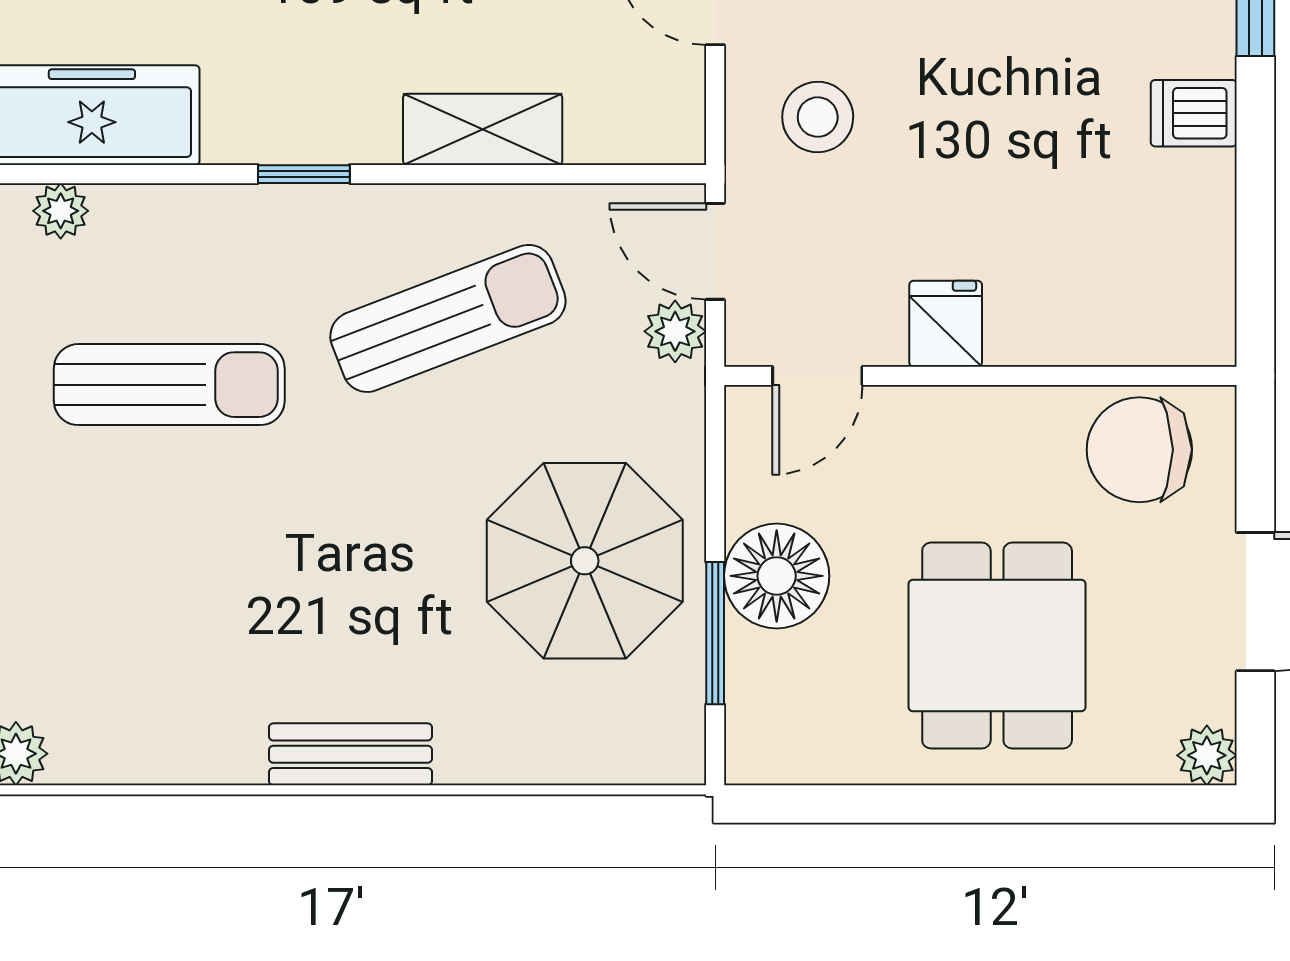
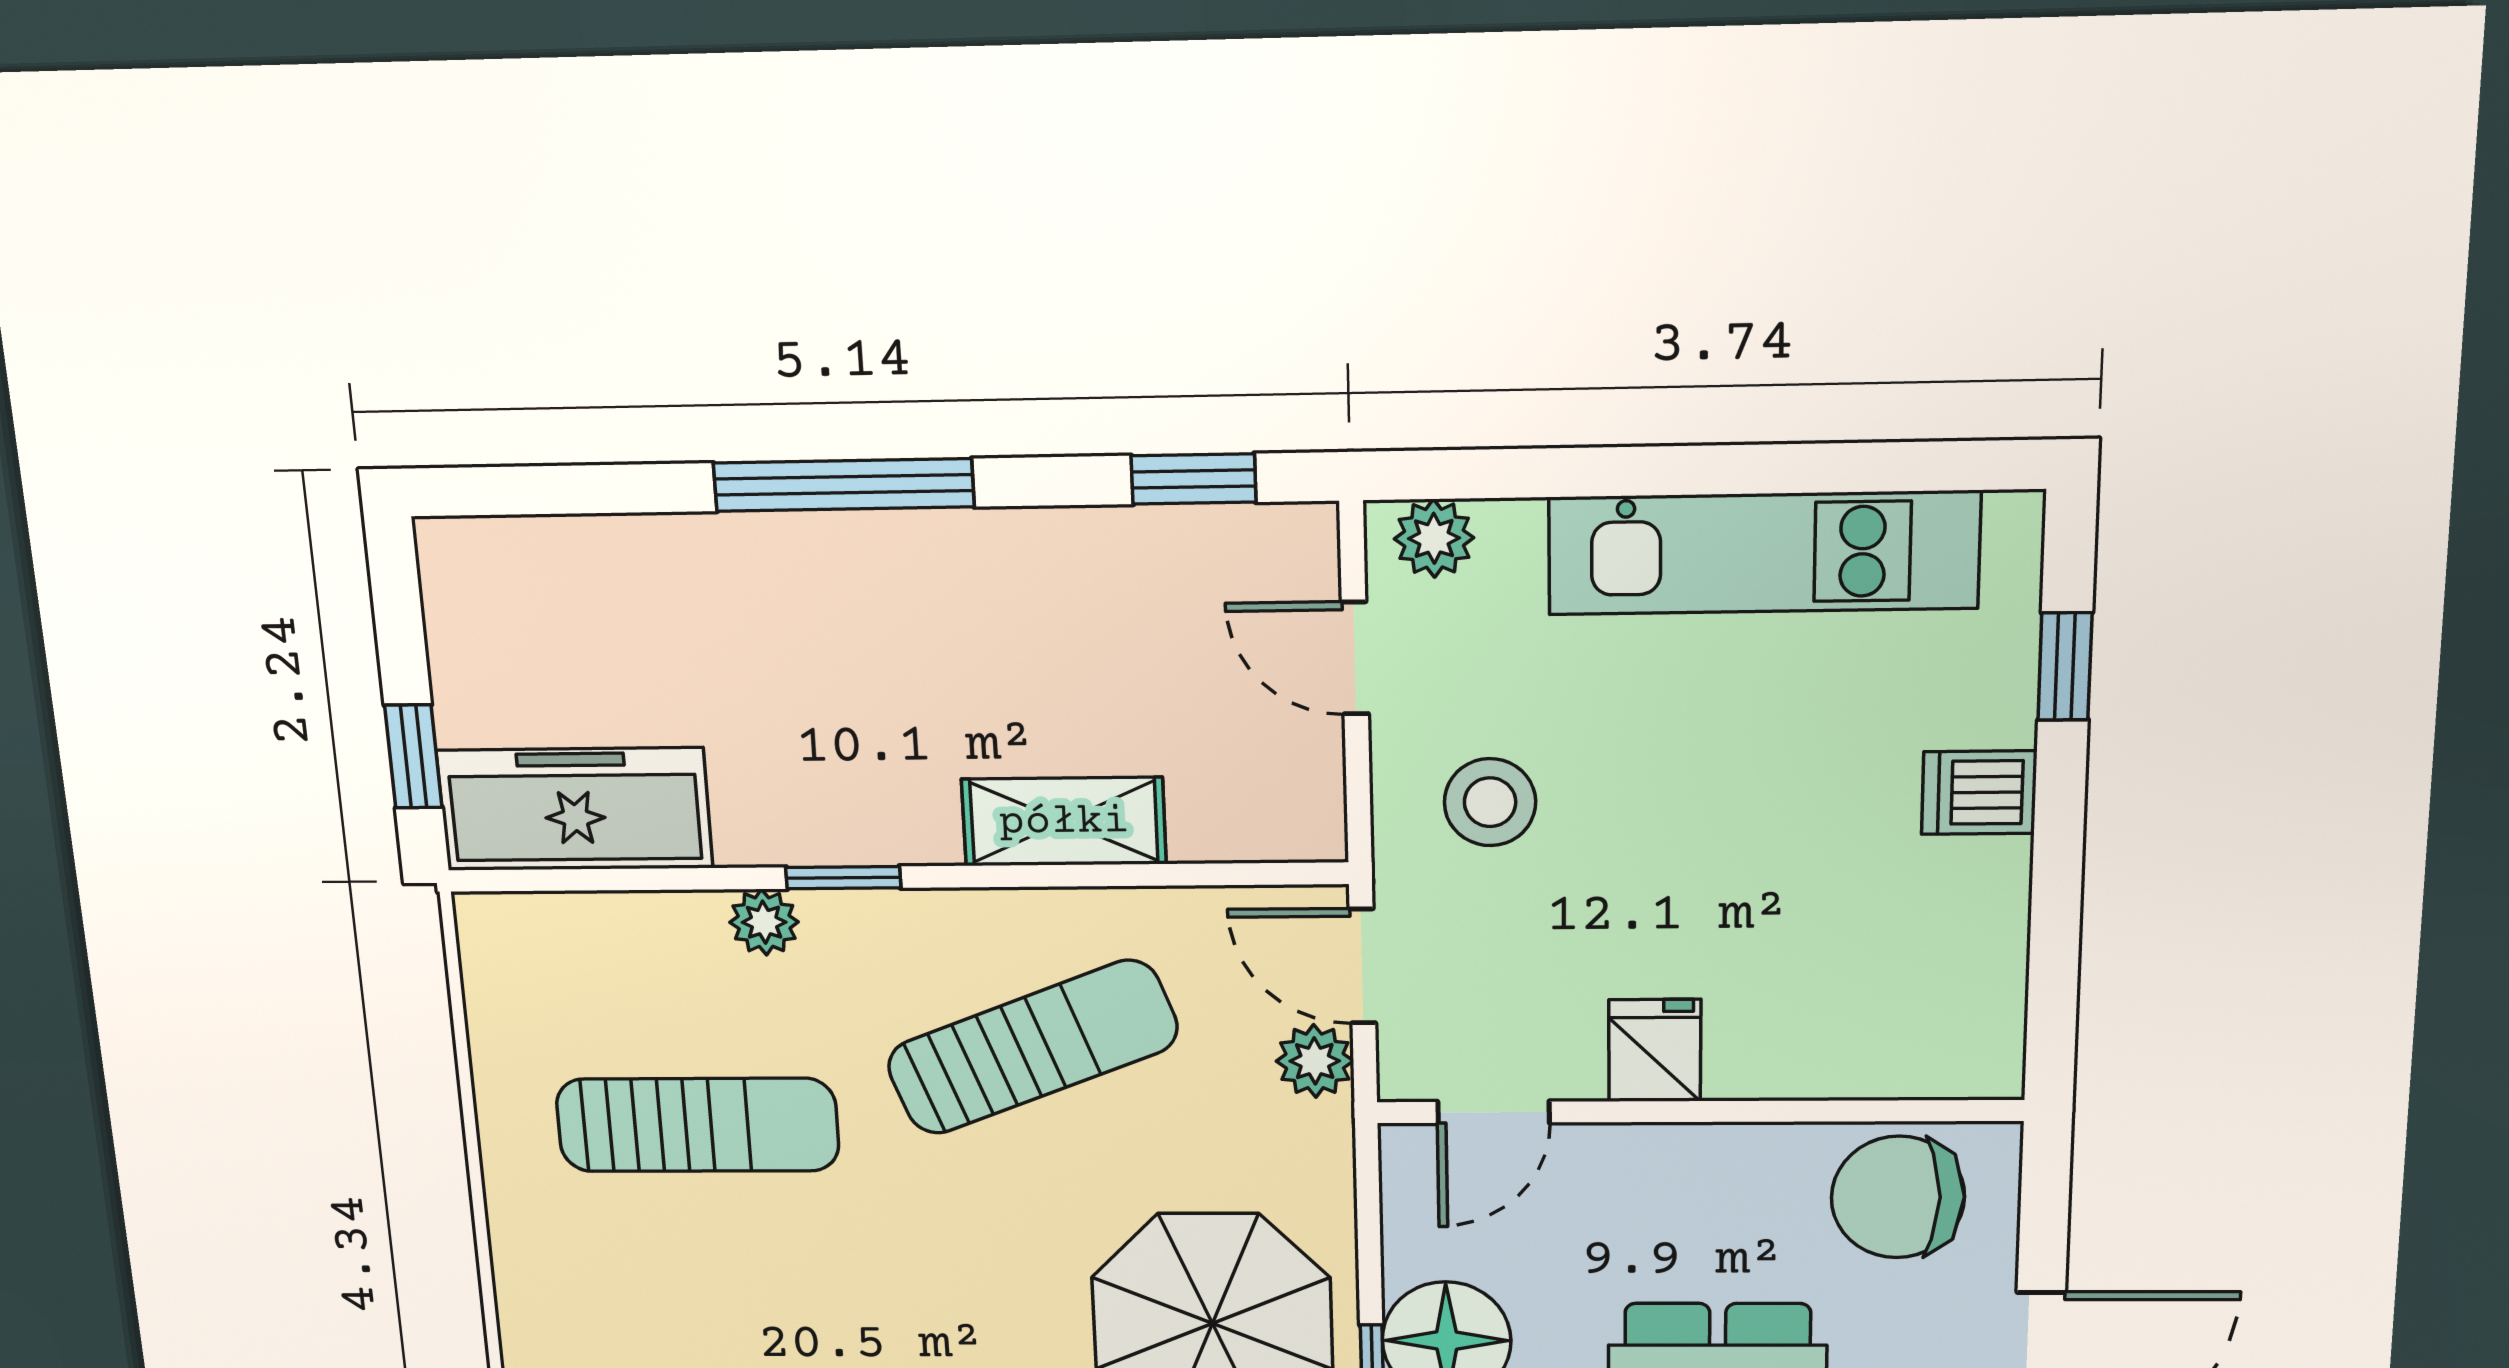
plant: (61, 211) -> (764, 922), moved

